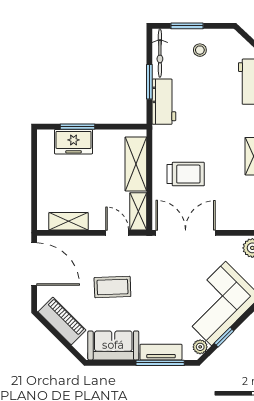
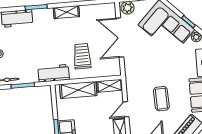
workbench: (164, 102) -> (54, 73), moved
door: (117, 233) -> (126, 109), moved
double door: (186, 233) -> (120, 38), moved

